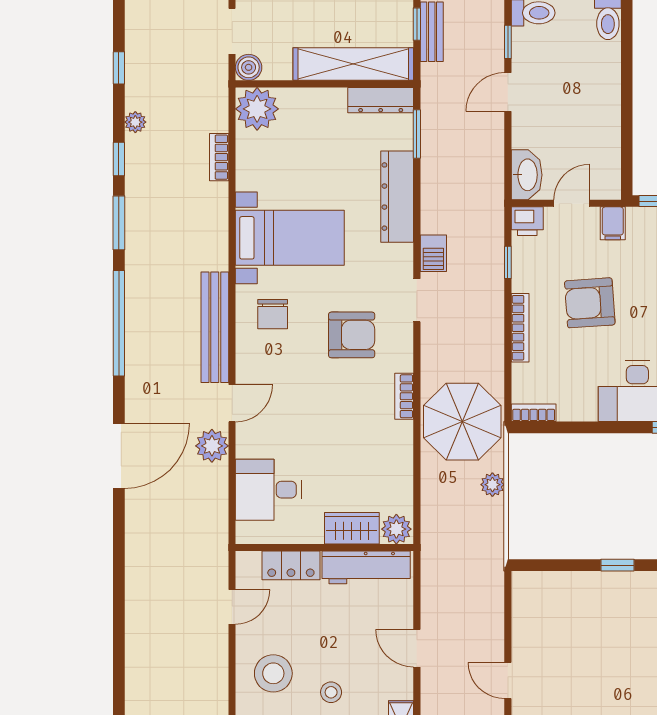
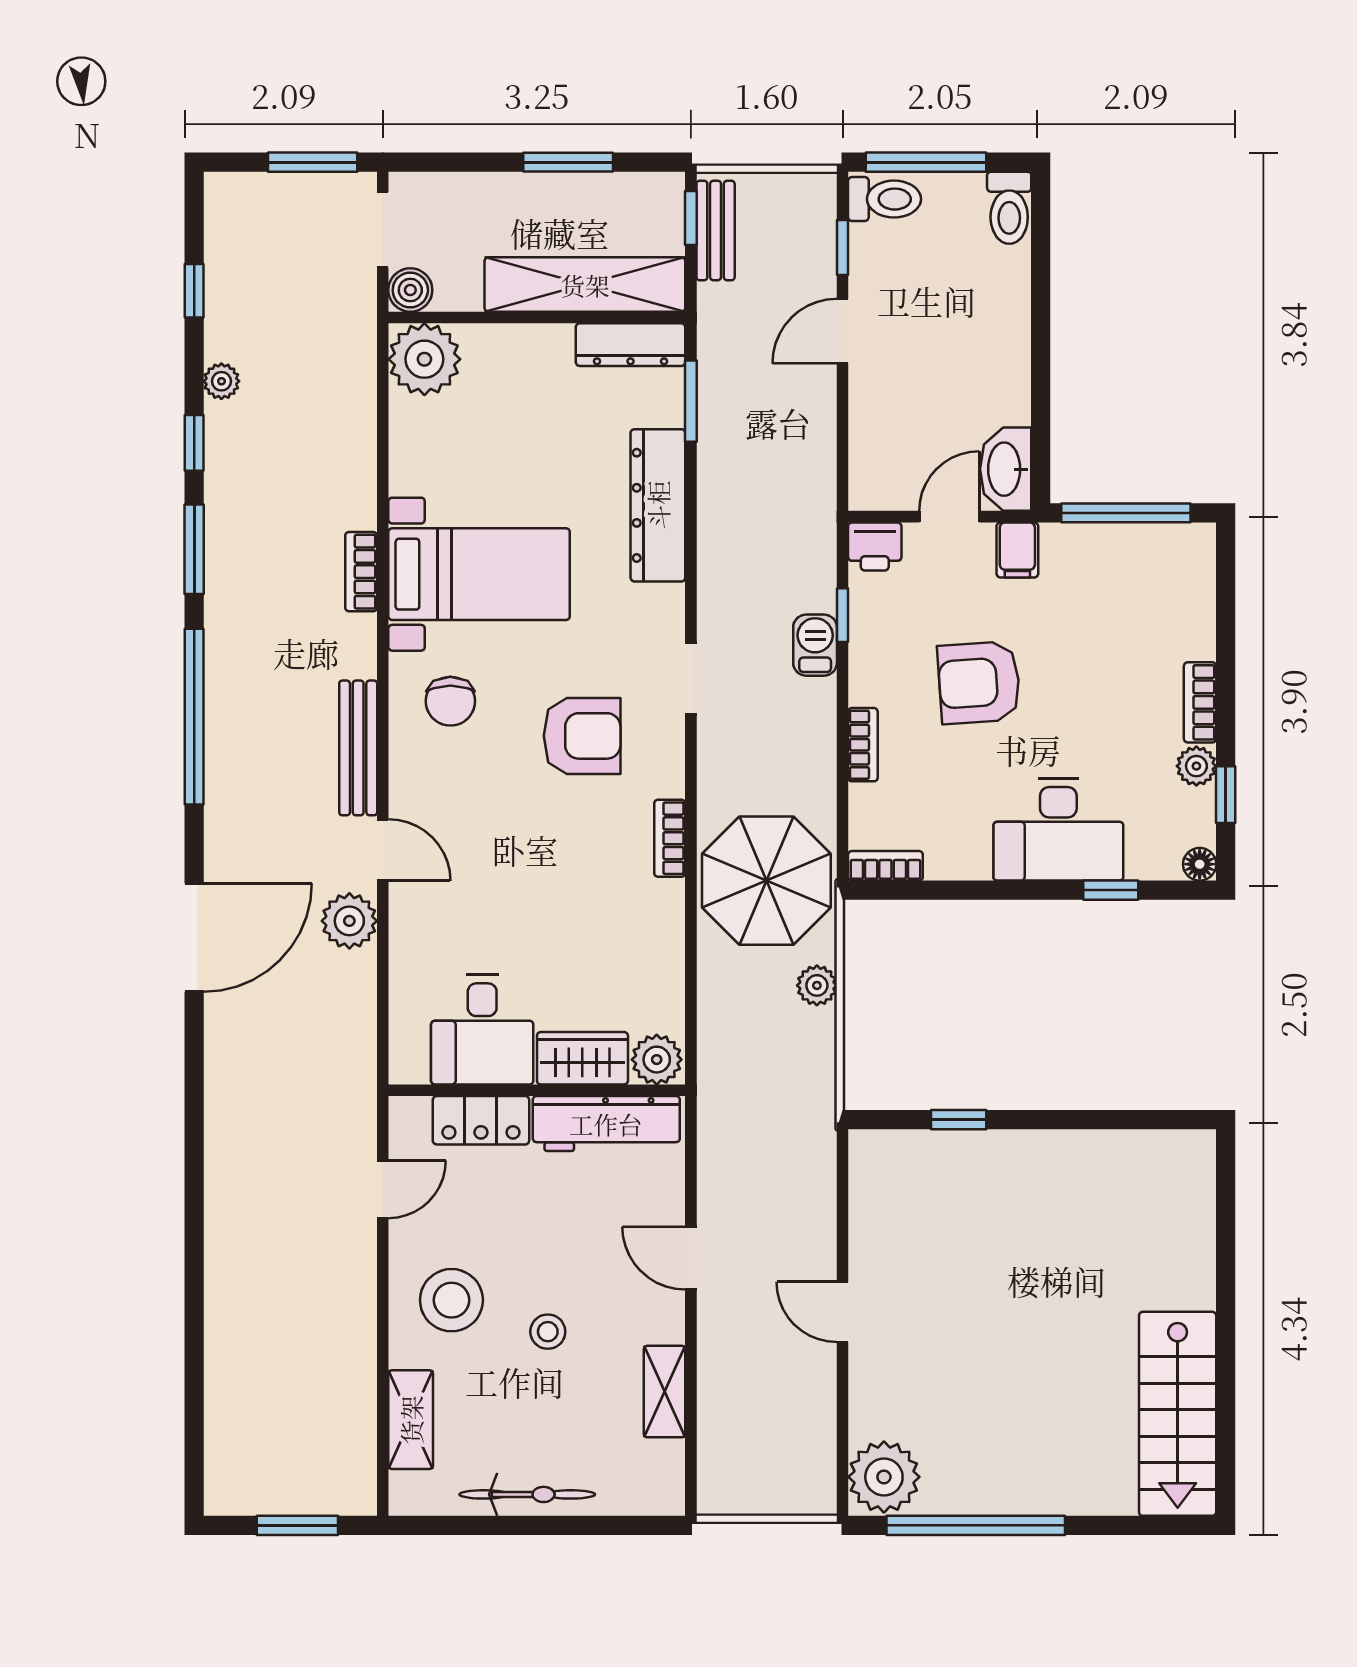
bookcase: (219, 157) -> (361, 572), moved
washbasin: (527, 175) -> (1006, 469), moved, turned 180
barbecue: (433, 253) -> (815, 645), moved, turned 180
bench: (215, 327) -> (358, 748), width x0.73, depth x0.82
bookcase: (520, 328) -> (863, 745), width x0.64
door: (232, 403) -> (383, 850), hinge flipped
desk: (268, 490) -> (482, 1029), moved, turned -90
window: (618, 565) -> (959, 1120), moved

